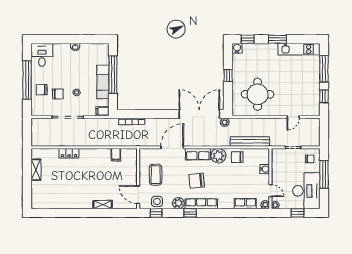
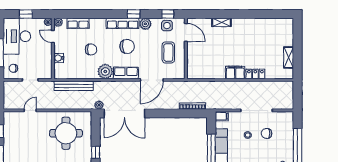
chair: (42, 90) -> (283, 138), removed
filing cabinet: (116, 155) -> (235, 73), moved, width x2.00
chair: (237, 157) -> (91, 49), moved

